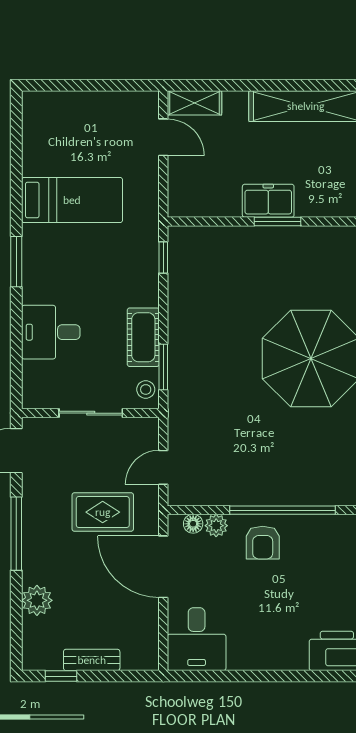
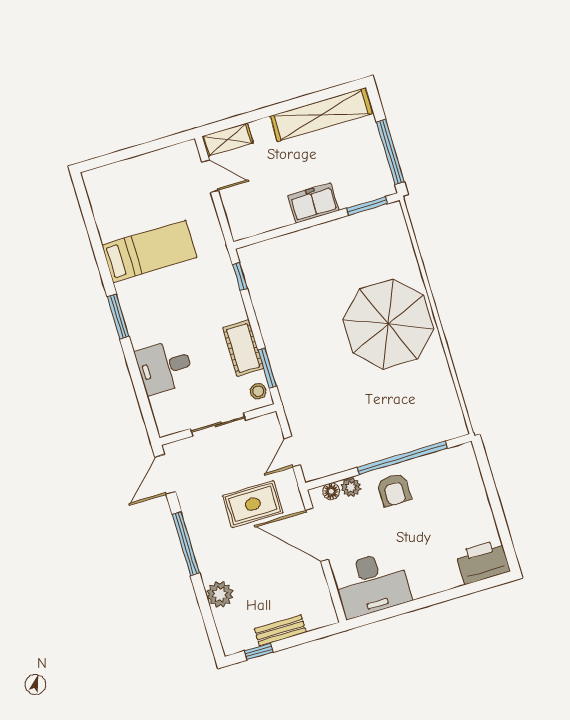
window: (278, 221) -> (367, 206), moved
desk: (197, 639) -> (372, 584), width x1.37

